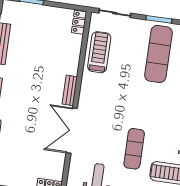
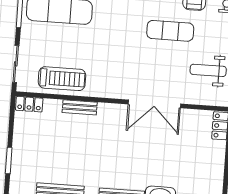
treadmill: (99, 52) -> (62, 79), turned 180
bench: (70, 90) -> (80, 107), moved

